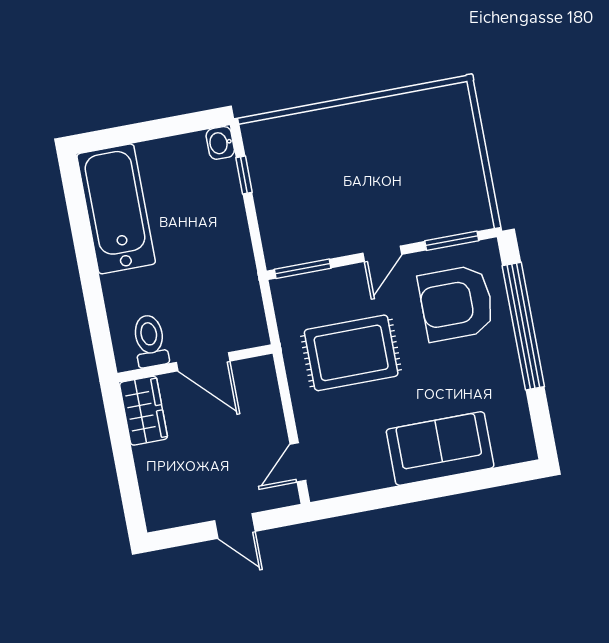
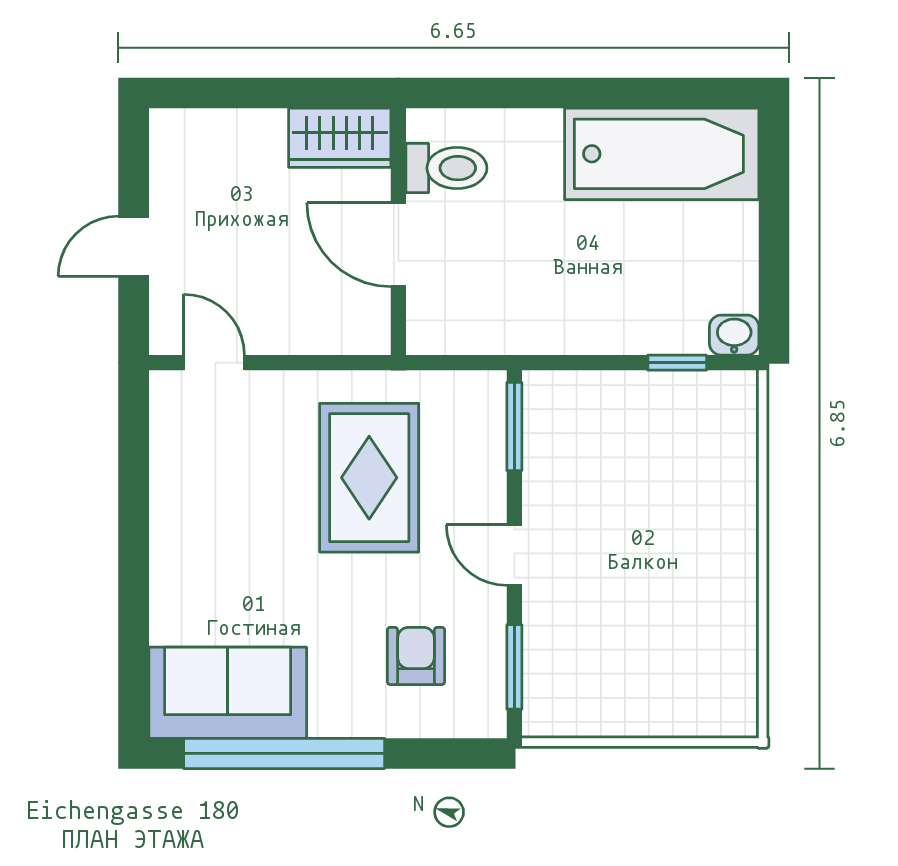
armchair: (456, 303) -> (416, 656), width x0.53, depth x0.53
window: (523, 326) -> (284, 753), moved
door: (203, 362) -> (398, 245), hinge flipped
sofa: (440, 448) -> (228, 693), moved, turned -90

